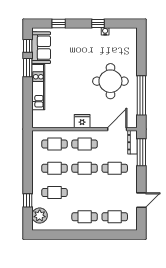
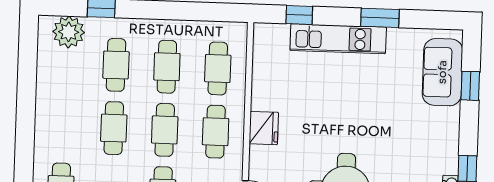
window: (28, 46) -> (299, 15), moved
sofa: (41, 48) -> (442, 72), moved, turned 90
cafe table: (85, 217) -> (114, 128), moved

